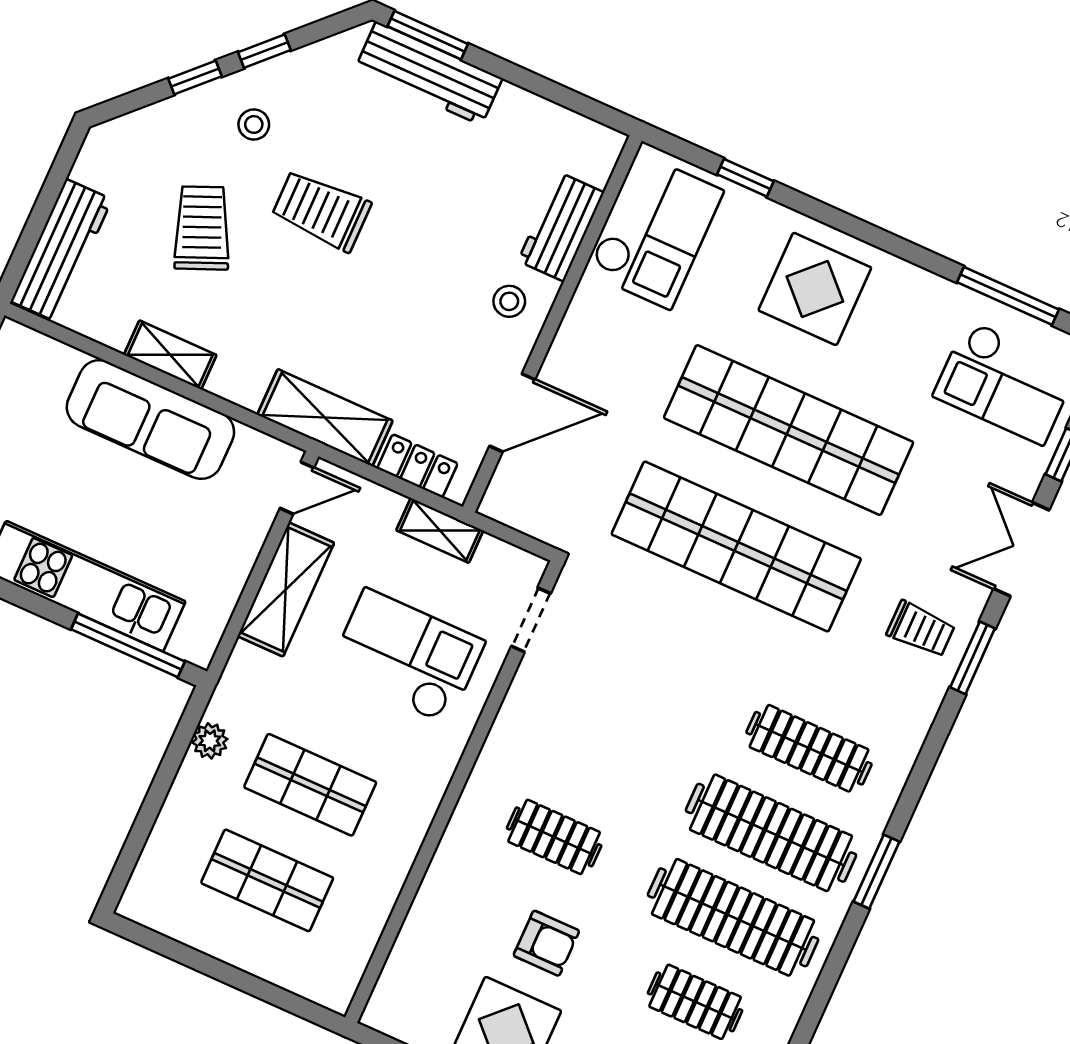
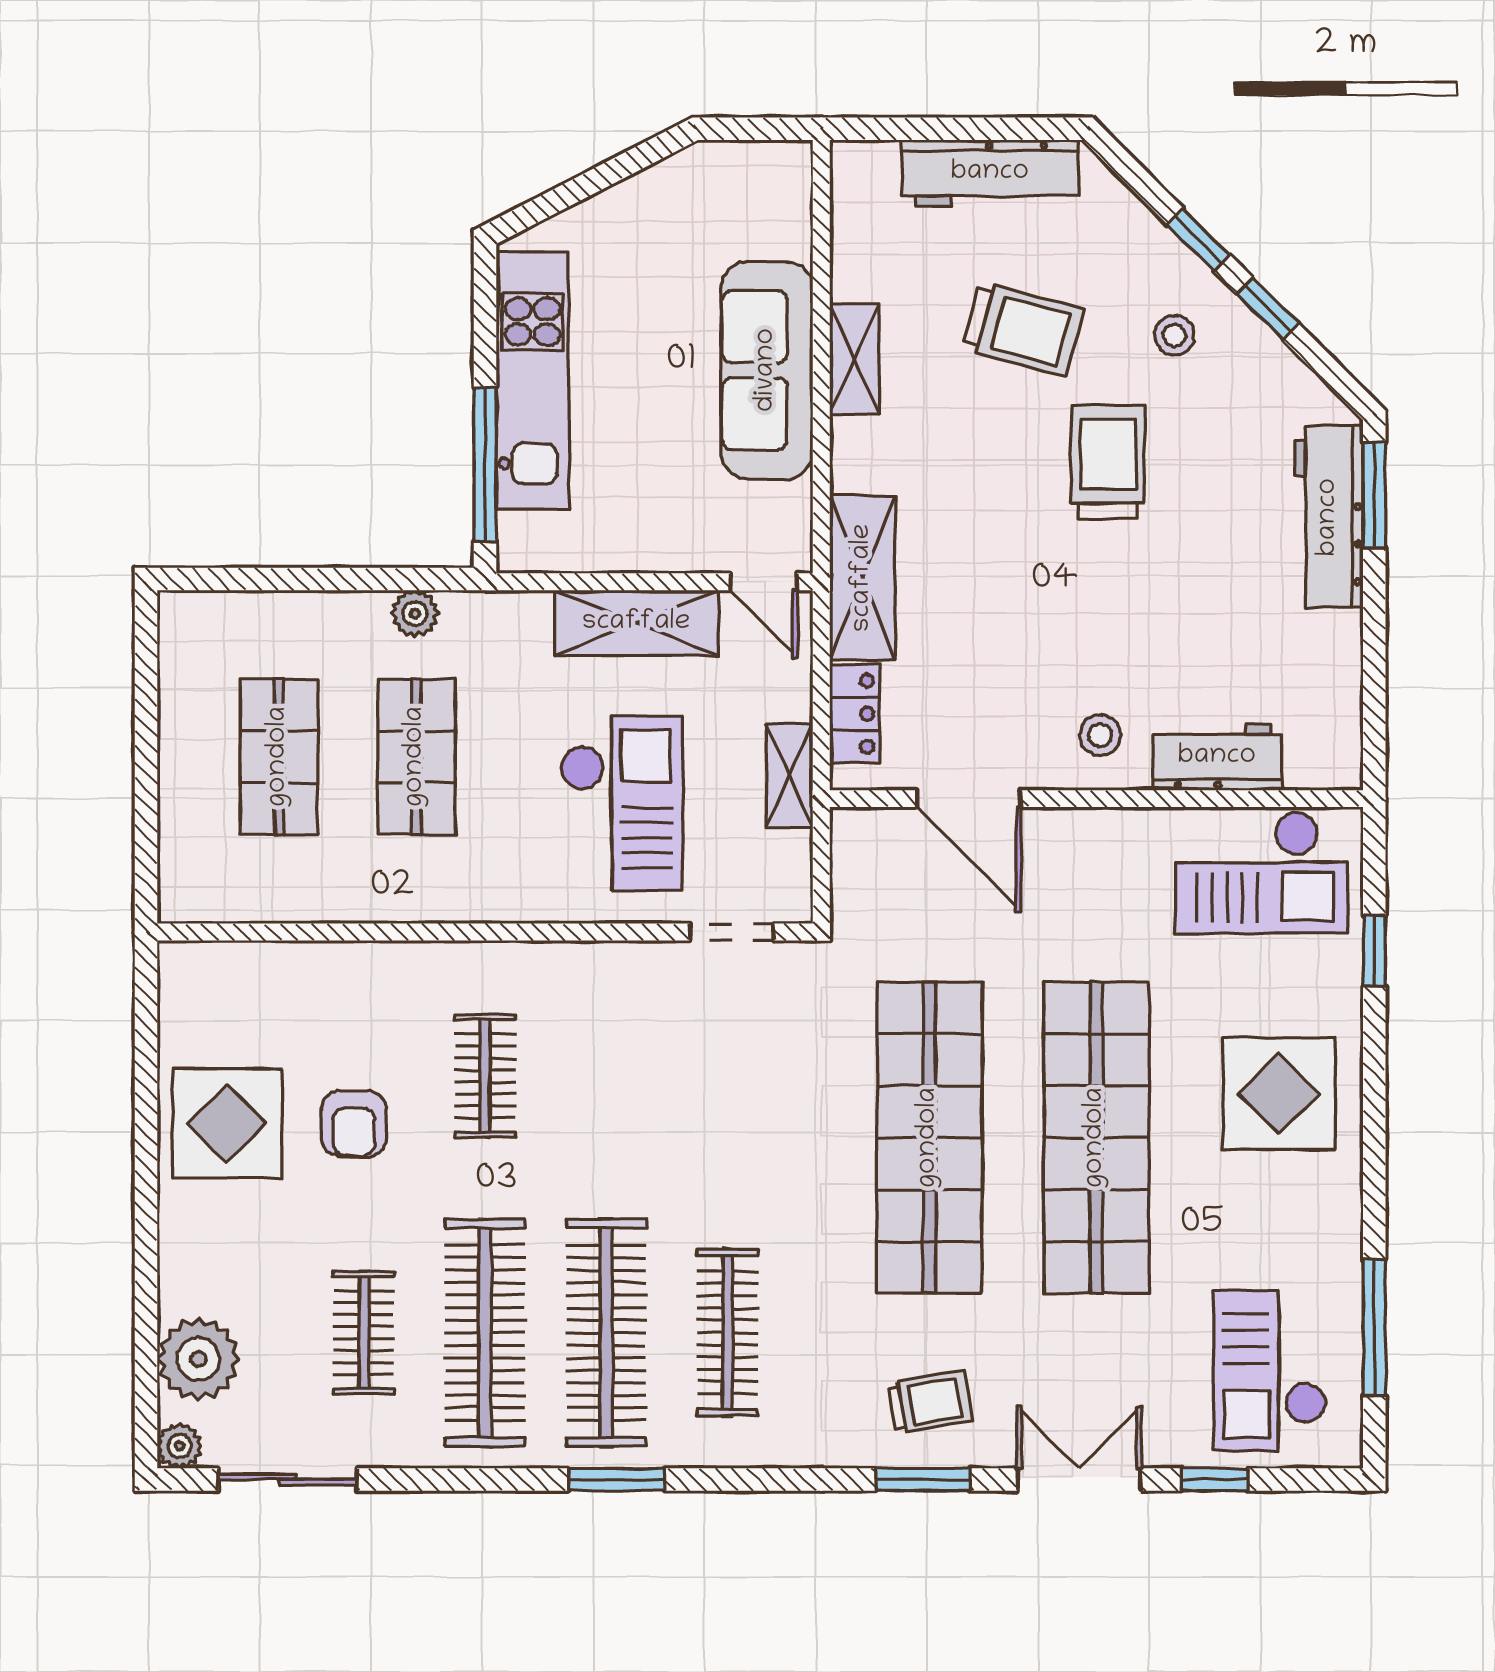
trolley: (202, 228) -> (1023, 329), turned 38
workbench: (61, 250) -> (990, 173), moved
trolley: (921, 629) -> (930, 1402), turned -100

